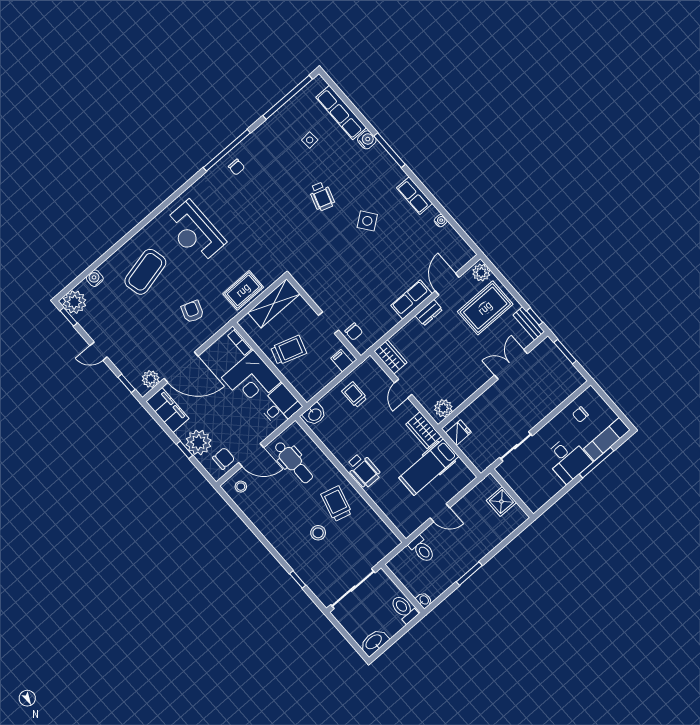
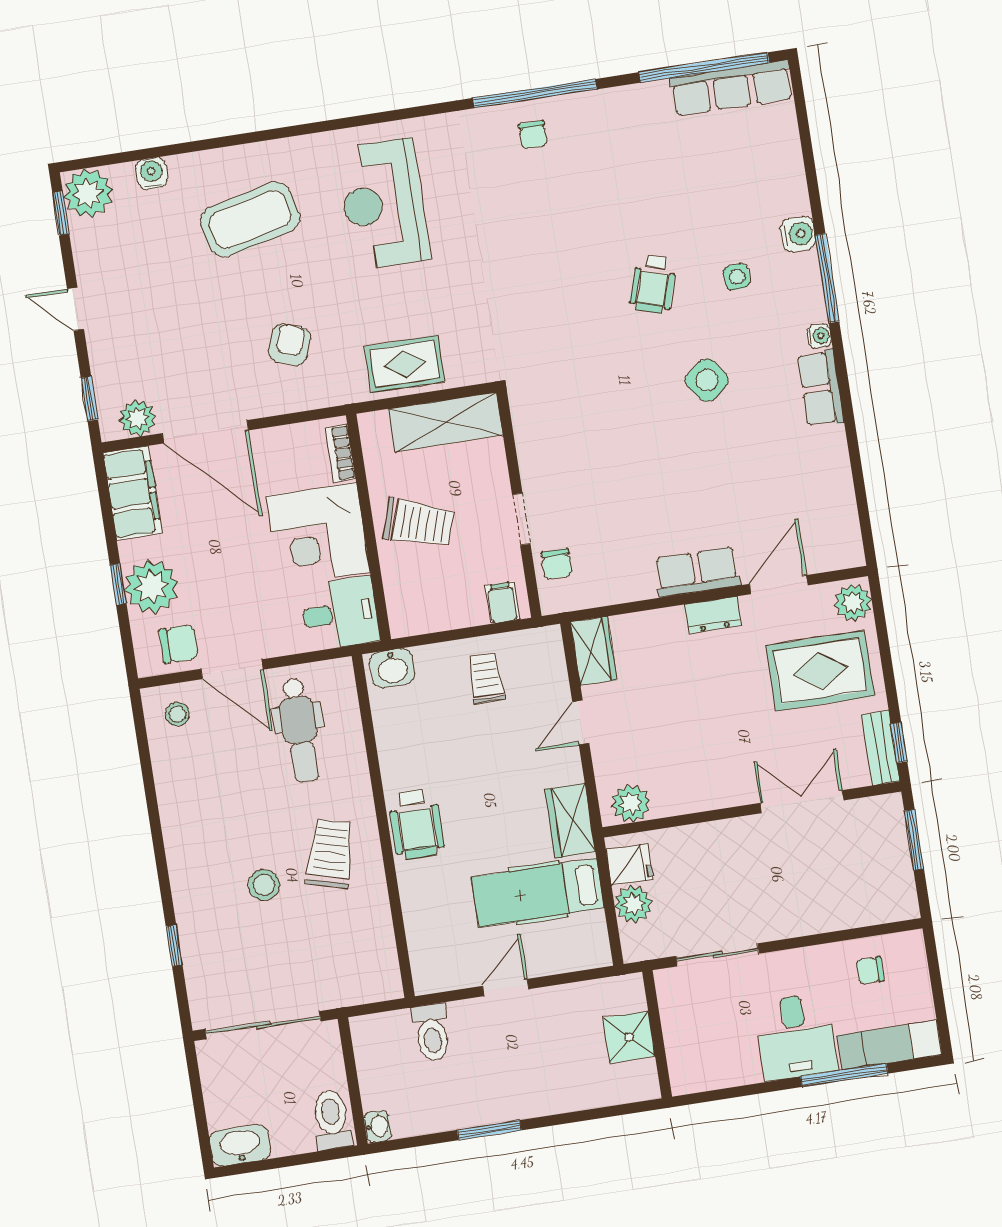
row of seats: (341, 112) -> (731, 88), moved, turned -90
side table: (310, 140) -> (737, 277), moved
water cooler: (441, 221) -> (819, 336), moved
plant: (470, 448) -> (633, 904), added
door: (440, 513) -> (506, 988), swing flipped

